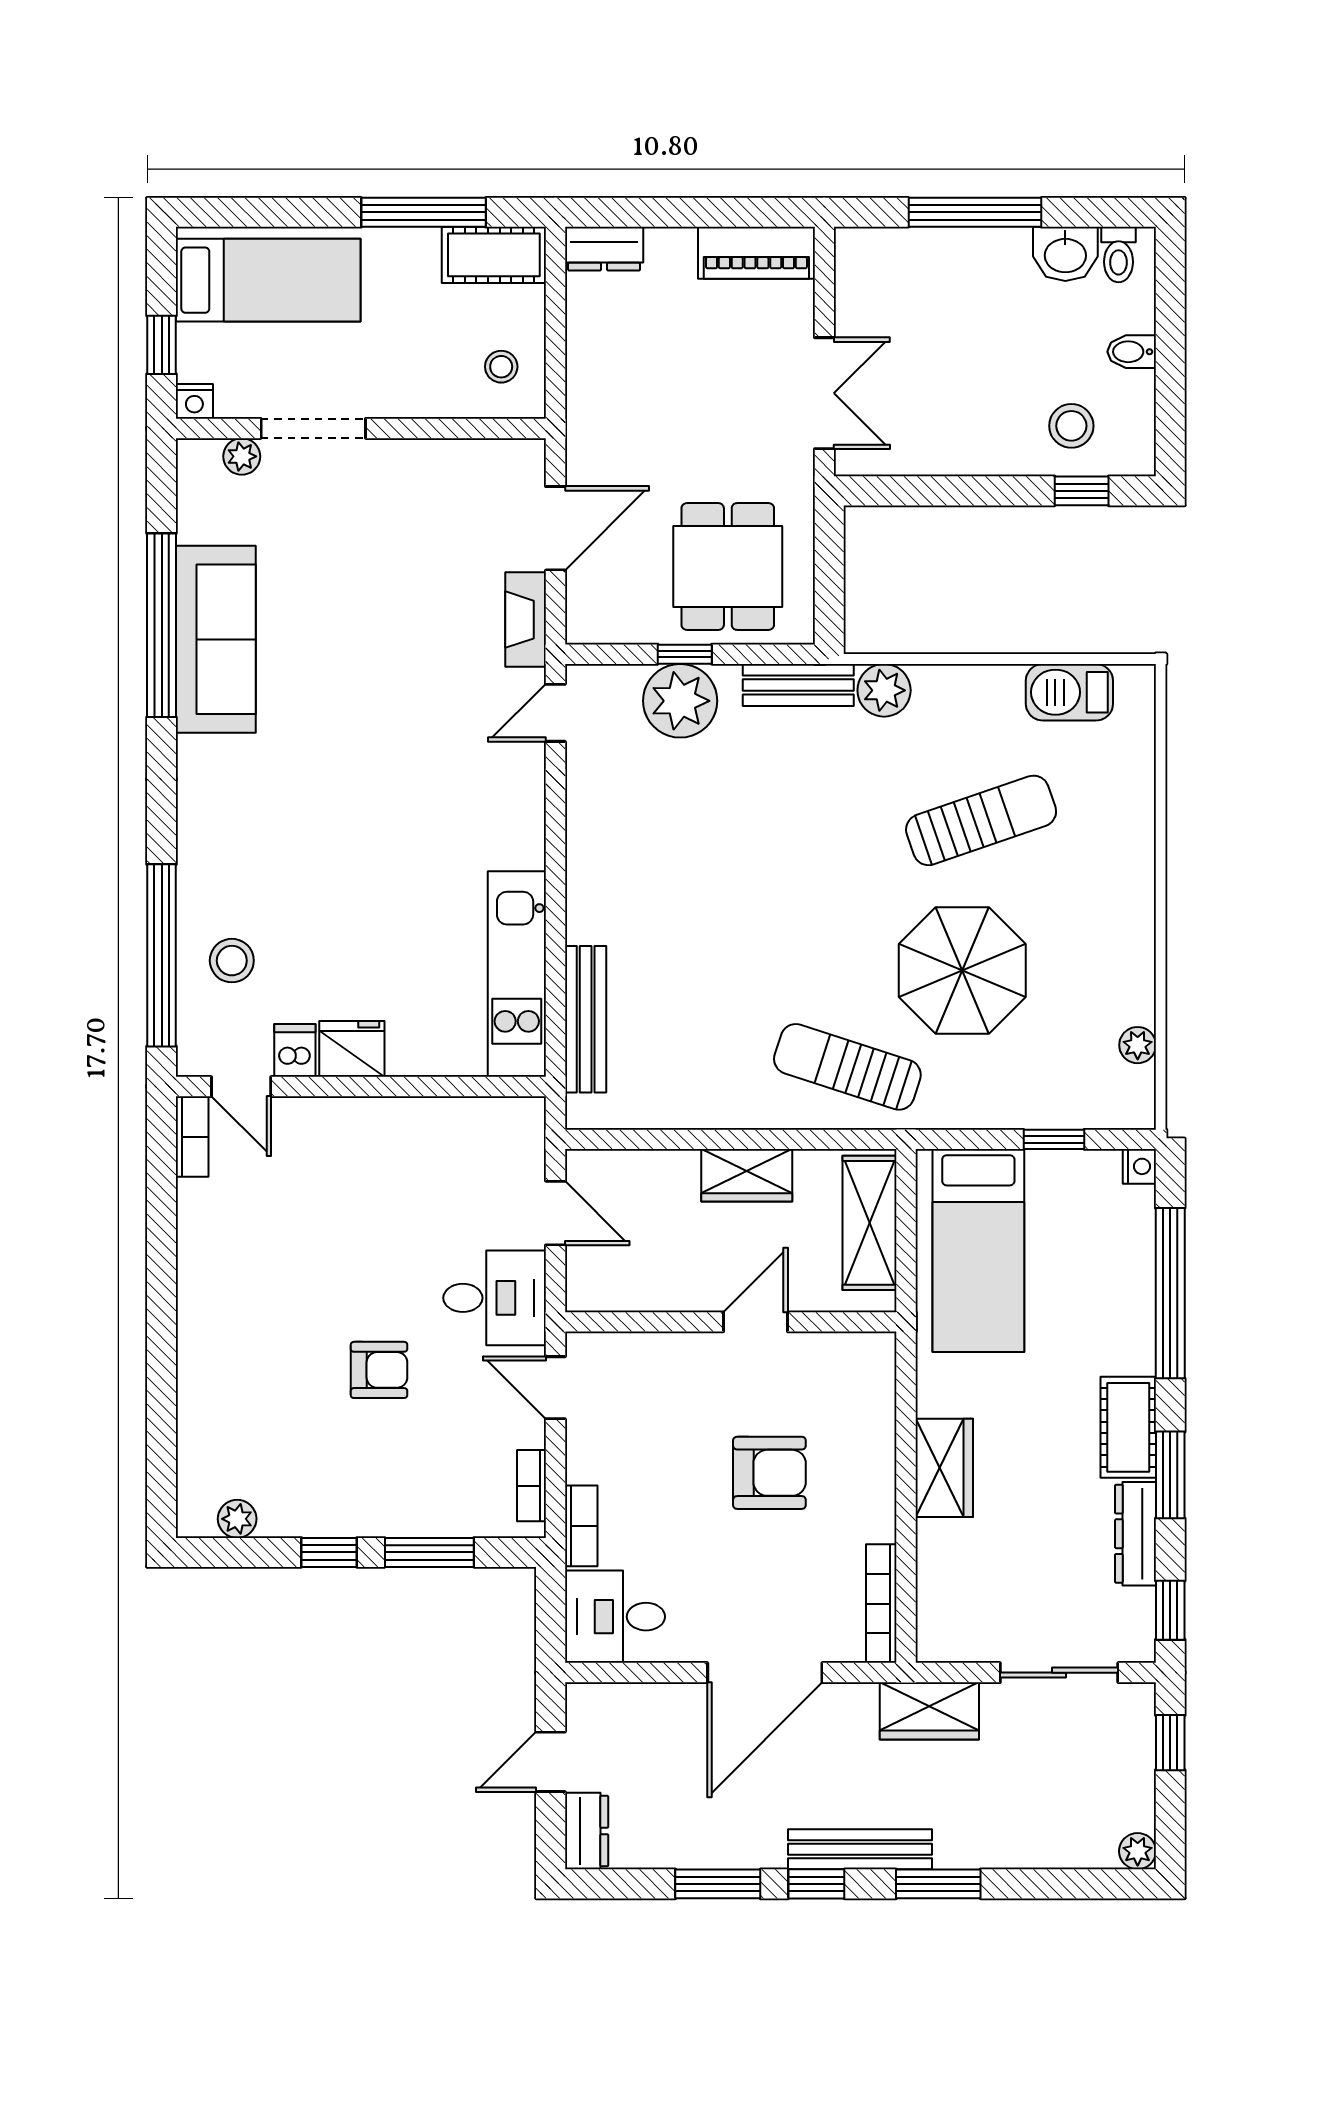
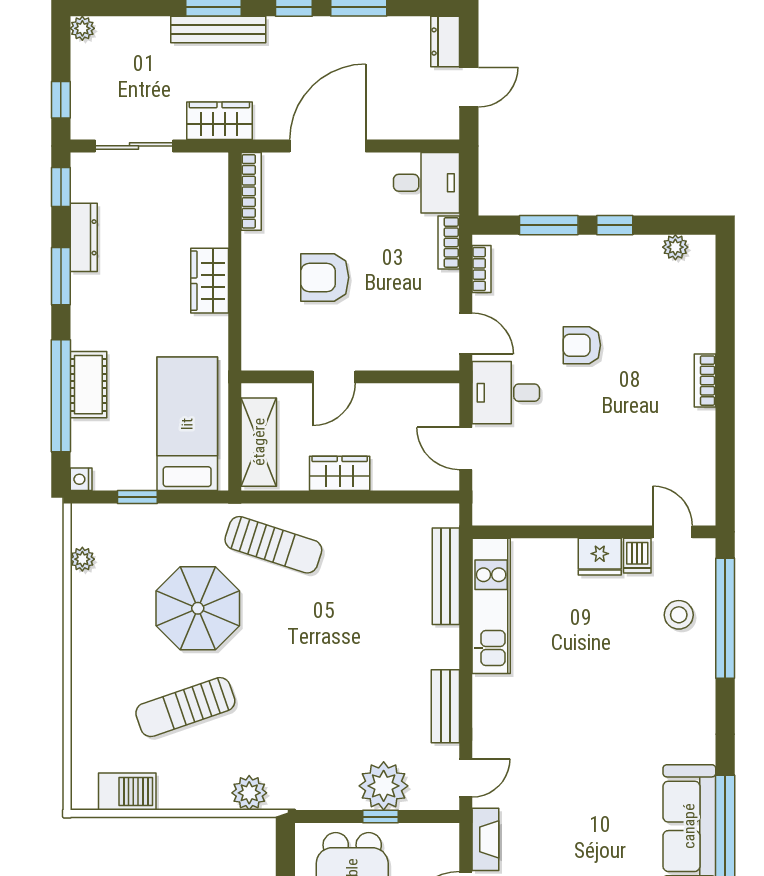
bench: (798, 685) -> (445, 706), moved, turned 90
bookcase: (192, 1137) -> (705, 381), moved
cot: (1128, 1427) -> (88, 385), moved
bench: (860, 1849) -> (218, 30), moved

